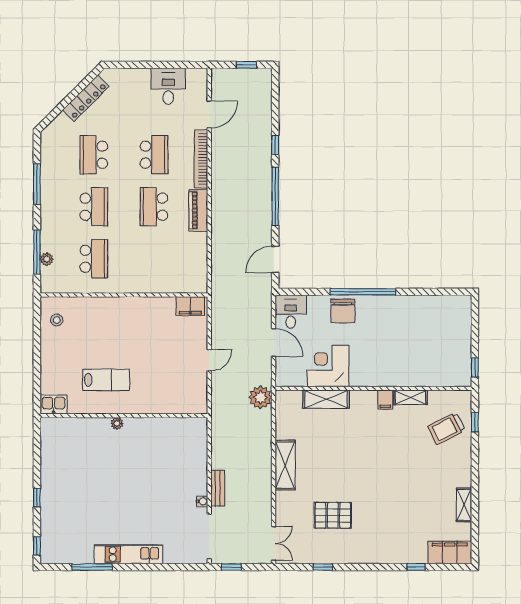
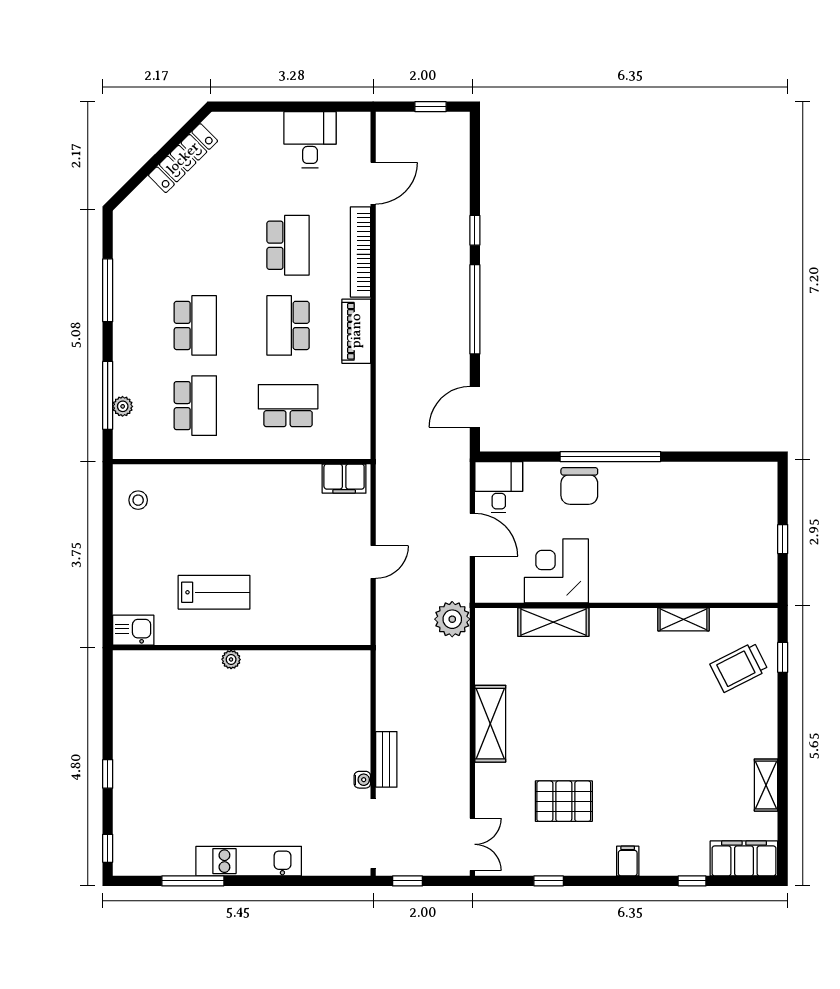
school desk: (94, 155) -> (288, 406), moved, turned 90
window: (475, 367) -> (783, 539), moved
filing cabinet: (385, 400) -> (628, 861), moved, turned 180

